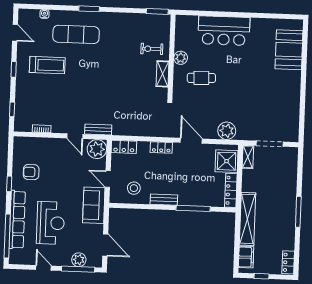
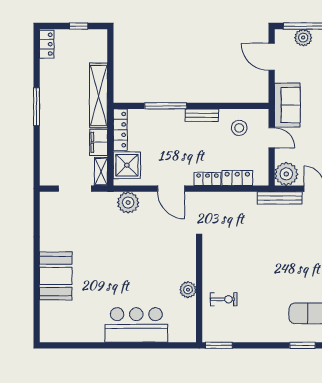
booth: (289, 50) -> (56, 276), moved
shelving: (163, 74) -> (209, 269), removed
cafe table: (201, 78) -> (162, 266), removed
bench: (98, 130) -> (280, 198), width x1.36
locker: (124, 147) -> (237, 178), moved
filing cabinet: (246, 257) -> (99, 142), moved

